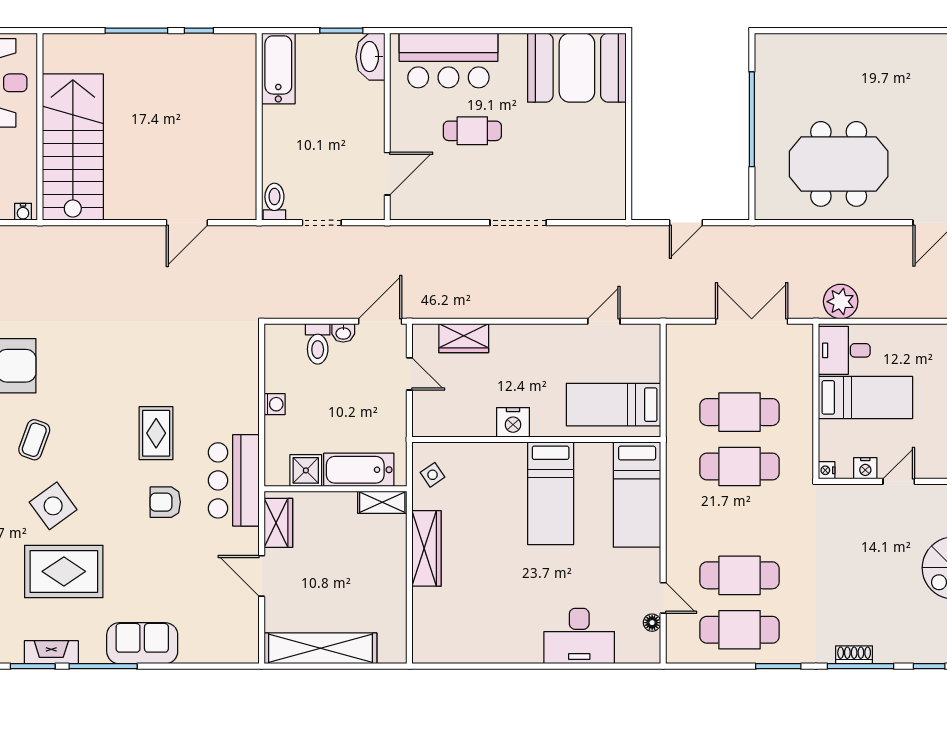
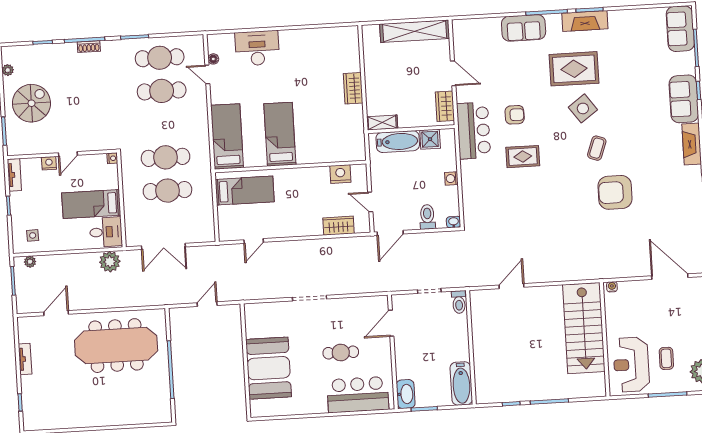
booth: (577, 68) -> (269, 368), moved, turned 90
meeting table: (839, 164) -> (116, 346), width x1.36
washbasin: (343, 333) -> (454, 222), moved
nightstand: (513, 422) -> (340, 174), moved
rug: (156, 433) -> (523, 157), turned 90
nightstand: (865, 468) -> (49, 163), moved
side table: (433, 475) -> (353, 141), removed
wardrobe: (426, 548) -> (353, 88), width x0.67
fireplace: (51, 652) -> (585, 21), width x1.37, depth x1.32

